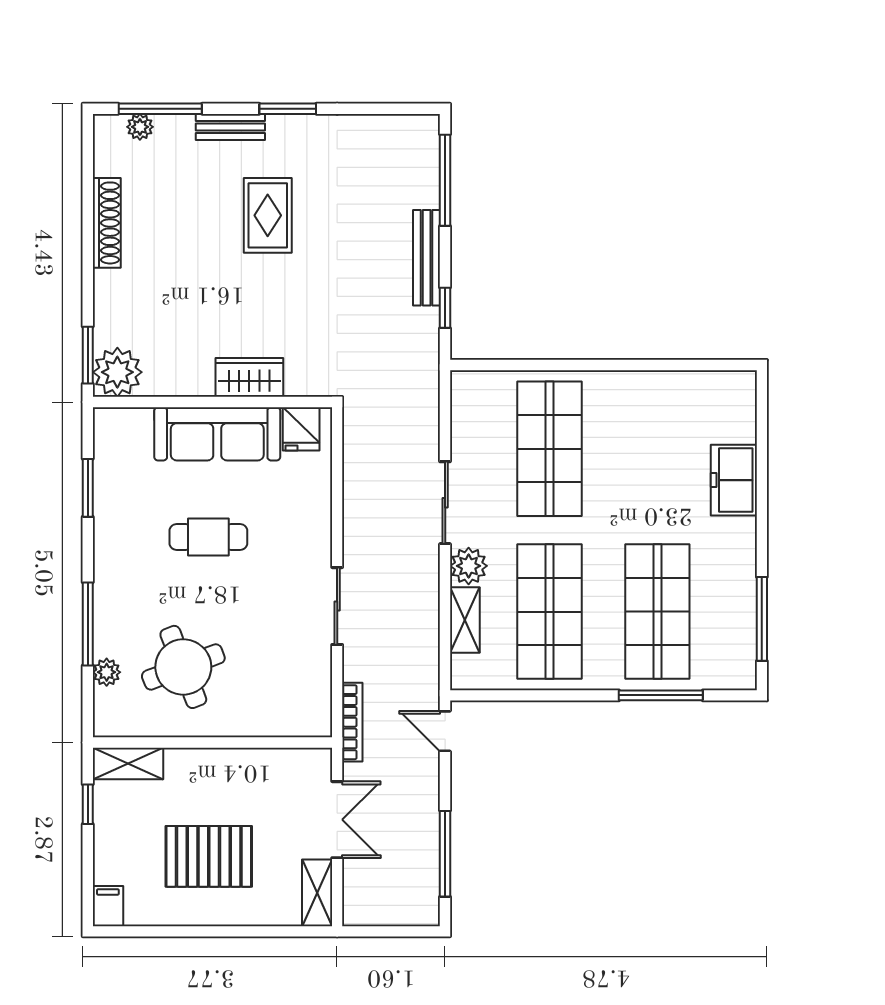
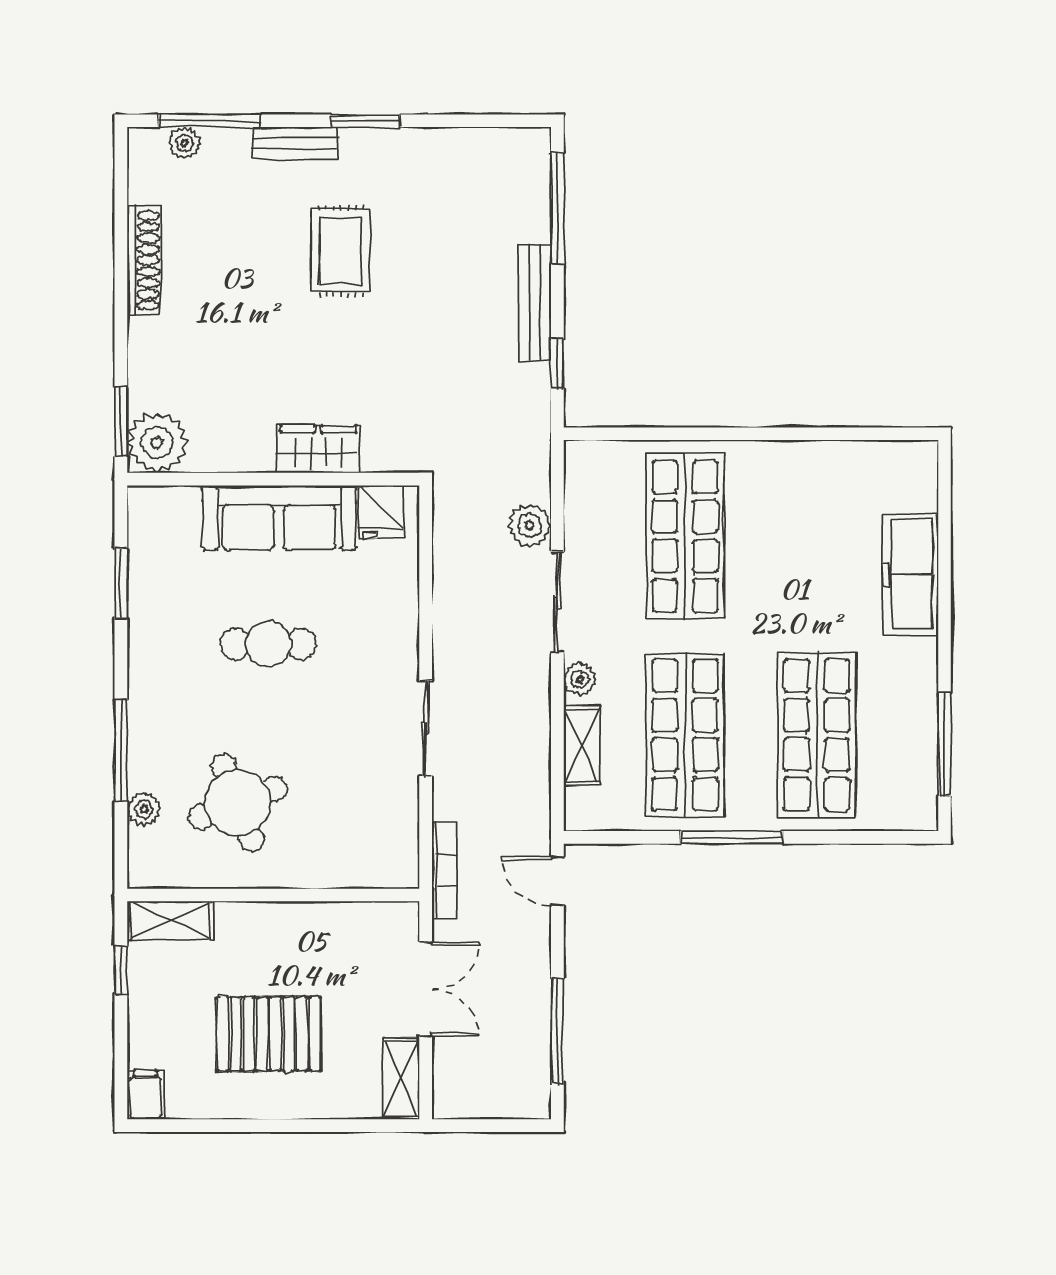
plant: (422, 440) -> (529, 525), added
freezer: (734, 480) -> (910, 574), width x1.40
plant: (469, 566) -> (580, 679), width x0.73, depth x0.73
window: (661, 695) -> (732, 837), moved

